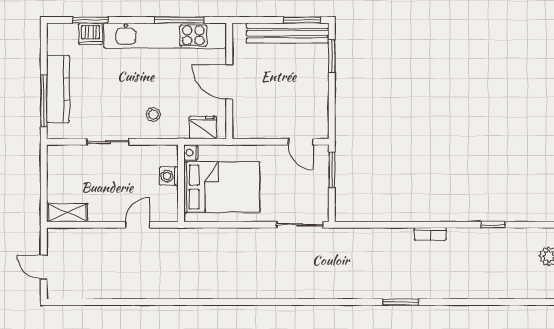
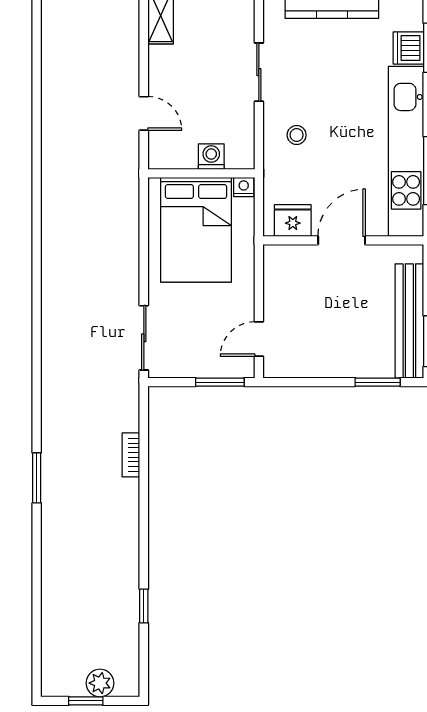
fridge: (203, 127) -> (293, 220), moved, turned -90
bookcase: (430, 234) -> (131, 455), moved

